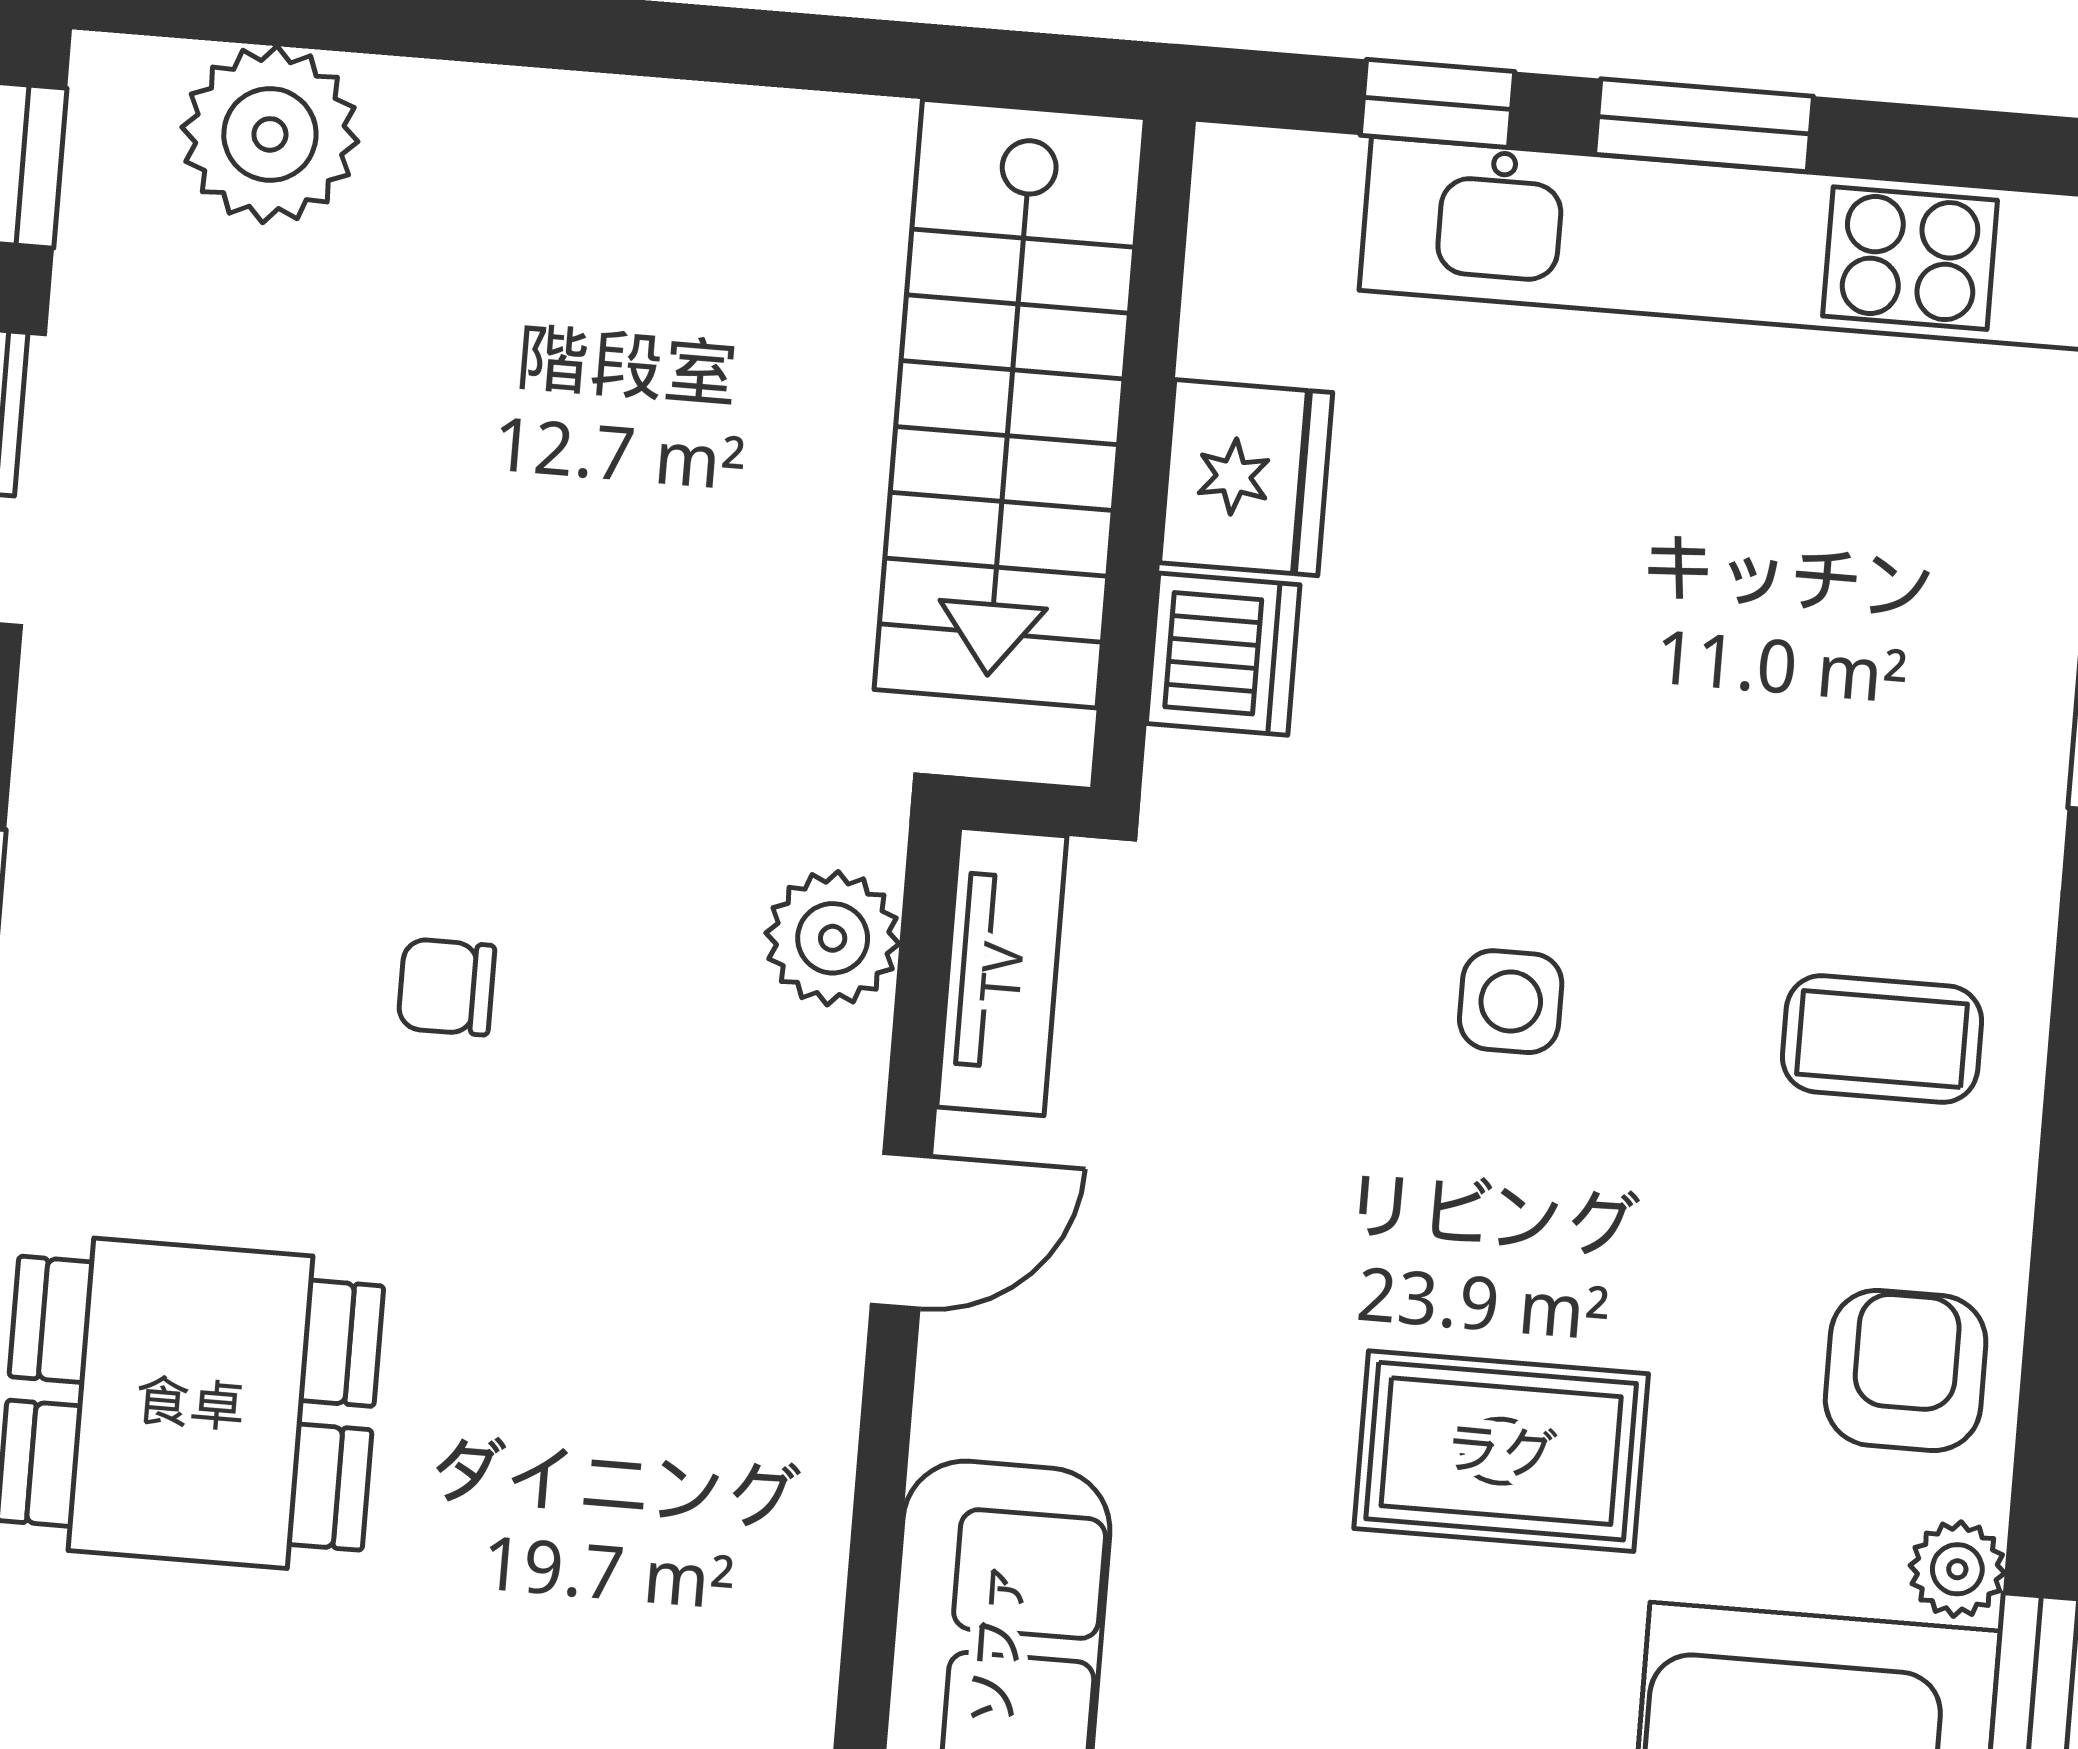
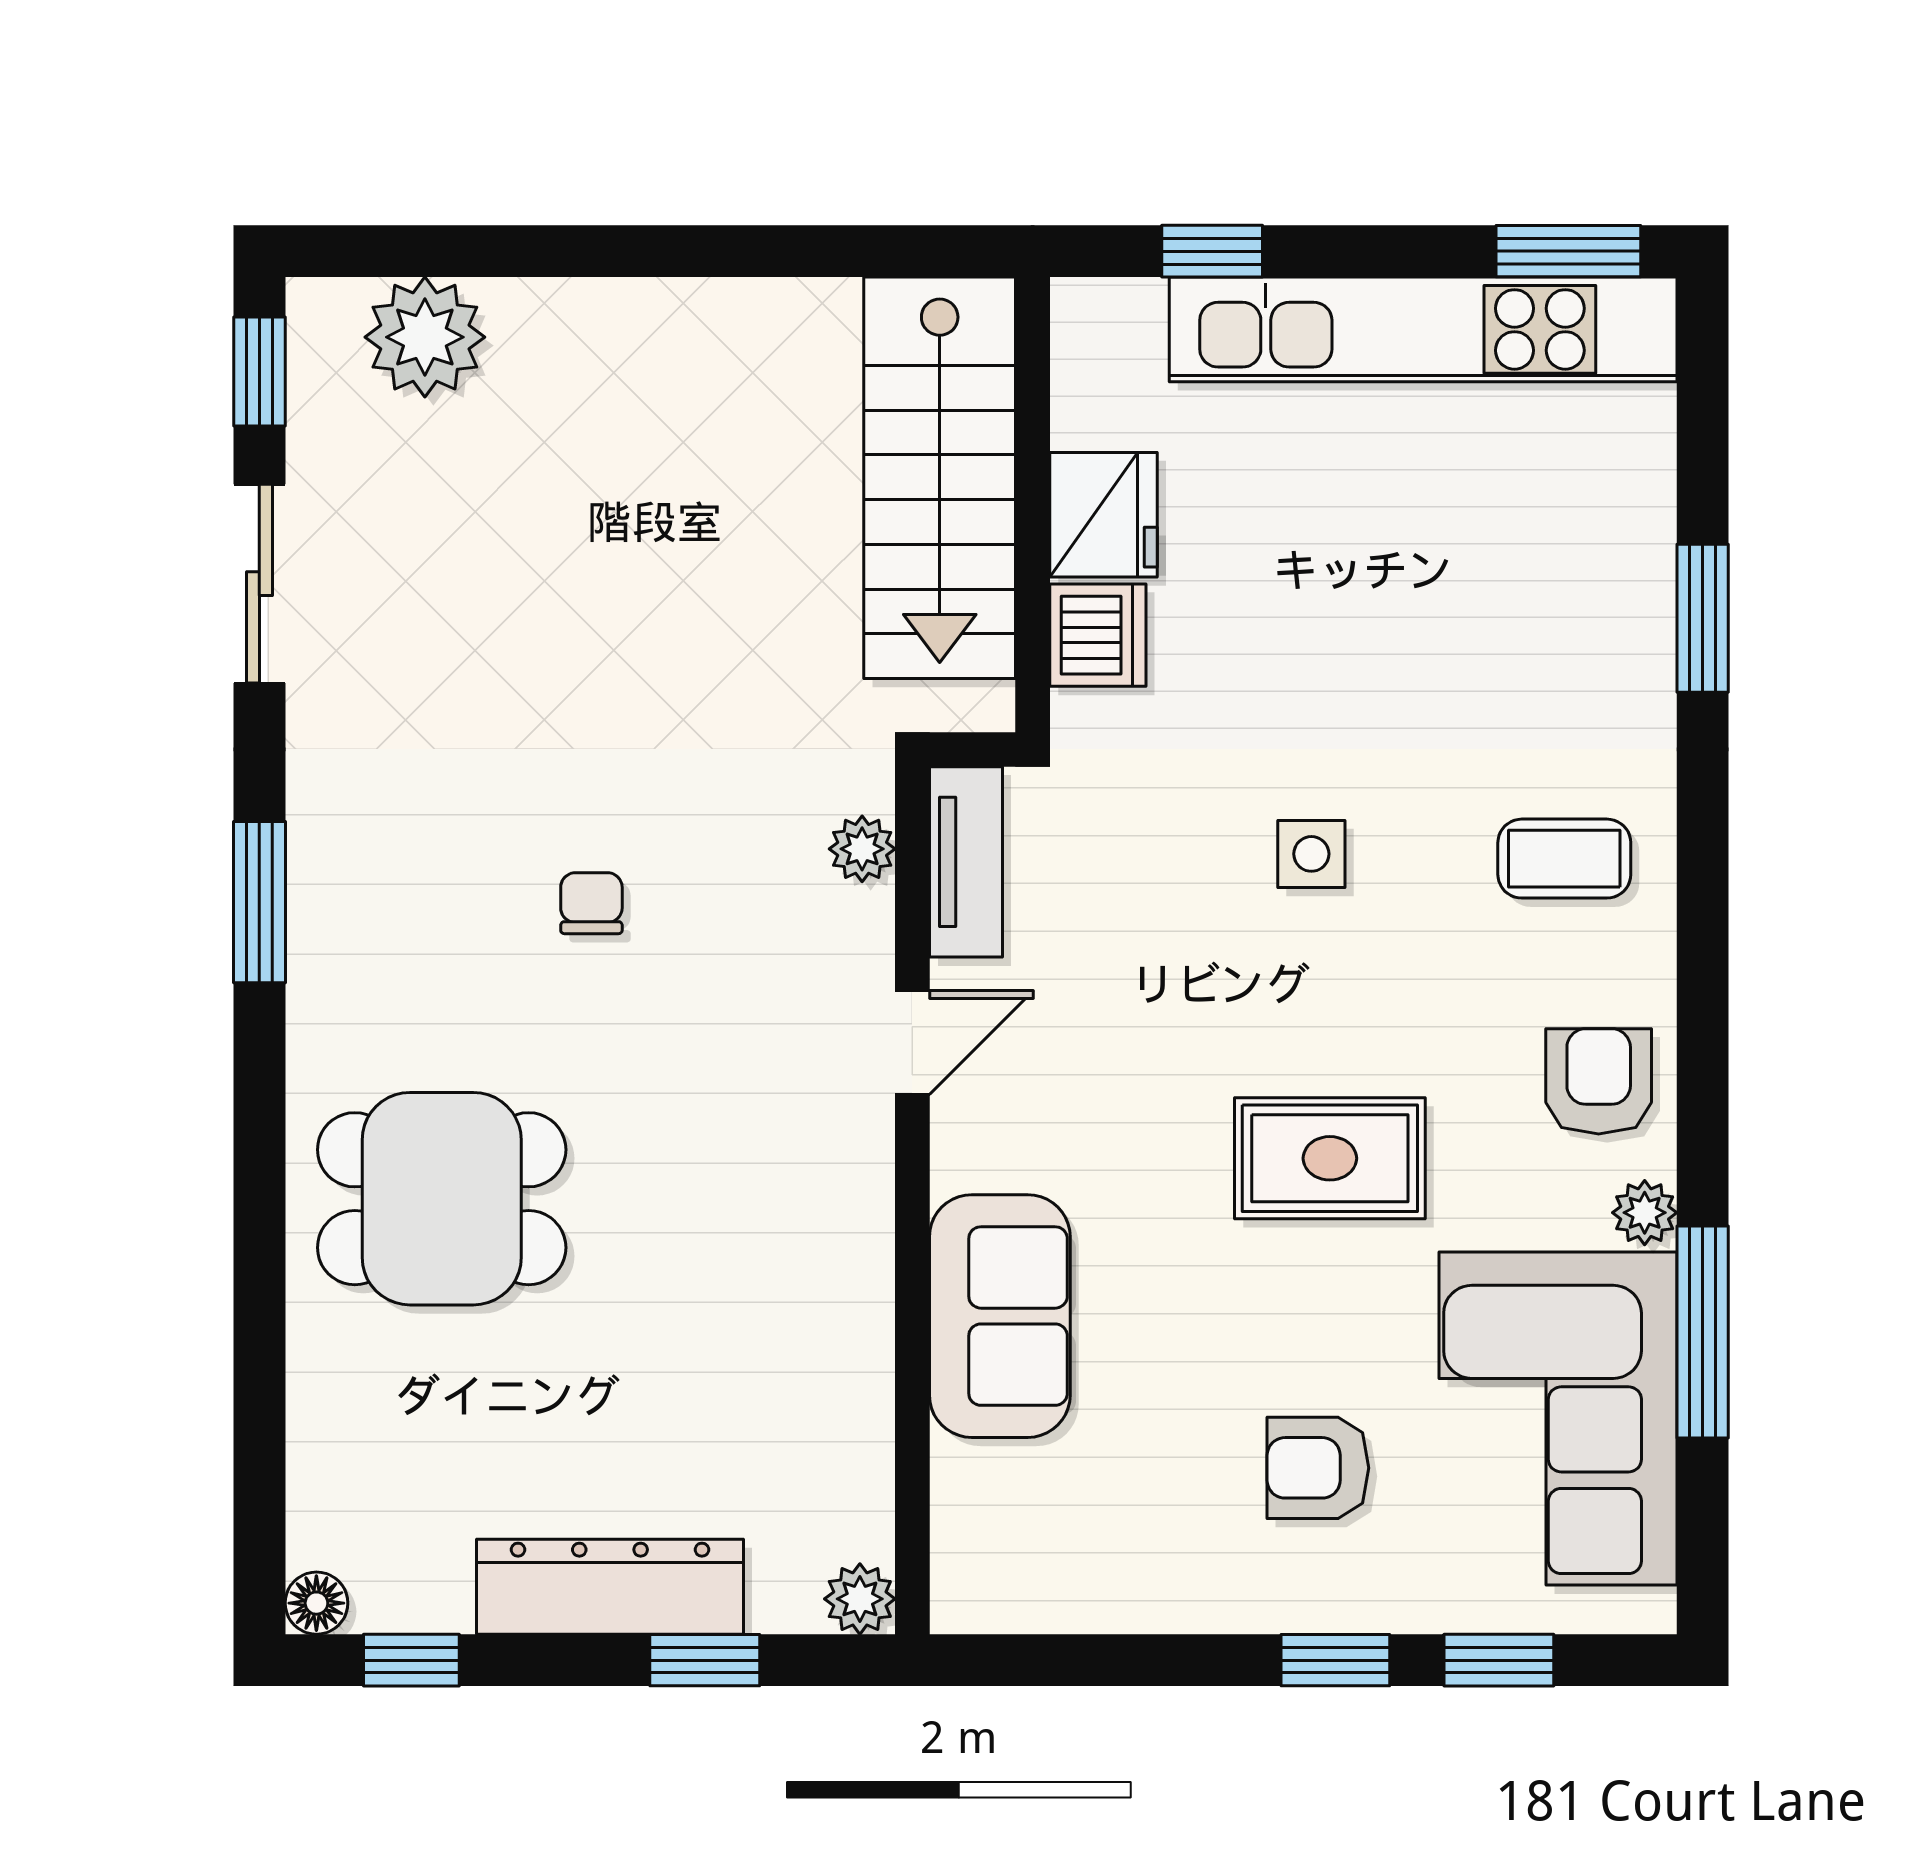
window: (1704, 125) -> (1568, 251), moved
plant: (833, 938) -> (862, 849), width x0.73, depth x0.73
chair: (446, 987) -> (591, 903), turned 90

